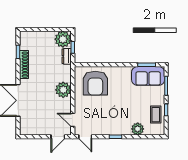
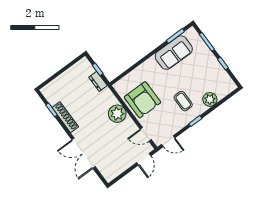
plant: (63, 39) -> (83, 69), removed
sofa: (148, 76) -> (174, 53), moved
armchair: (95, 83) -> (142, 100), moved
coffee table: (156, 115) -> (183, 101), moved

